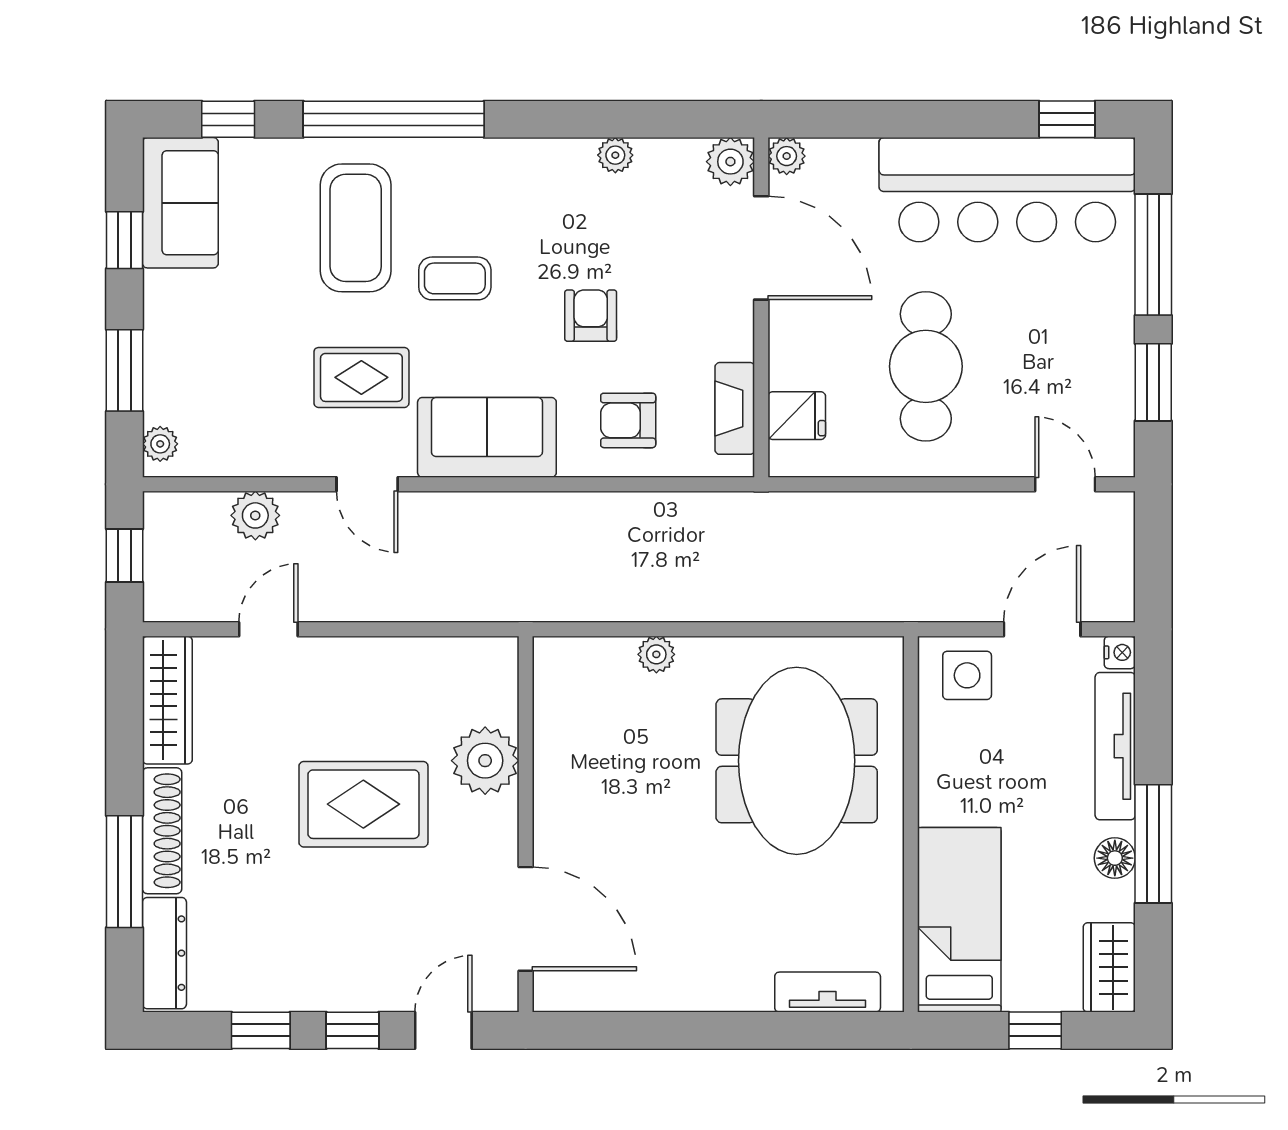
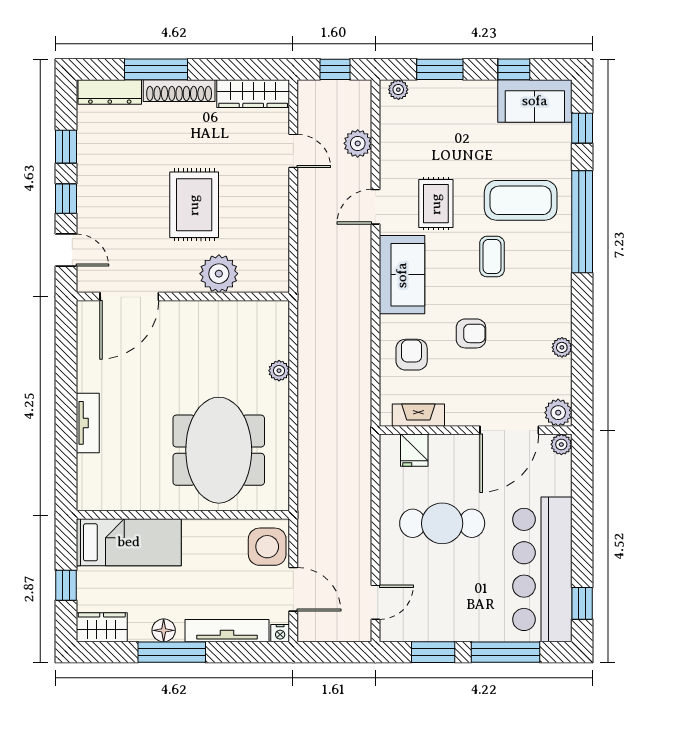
side table: (967, 675) -> (267, 547), width x1.37, depth x1.37
meeting table: (797, 761) -> (219, 450), turned 90
tv unit: (828, 992) -> (88, 423), moved

